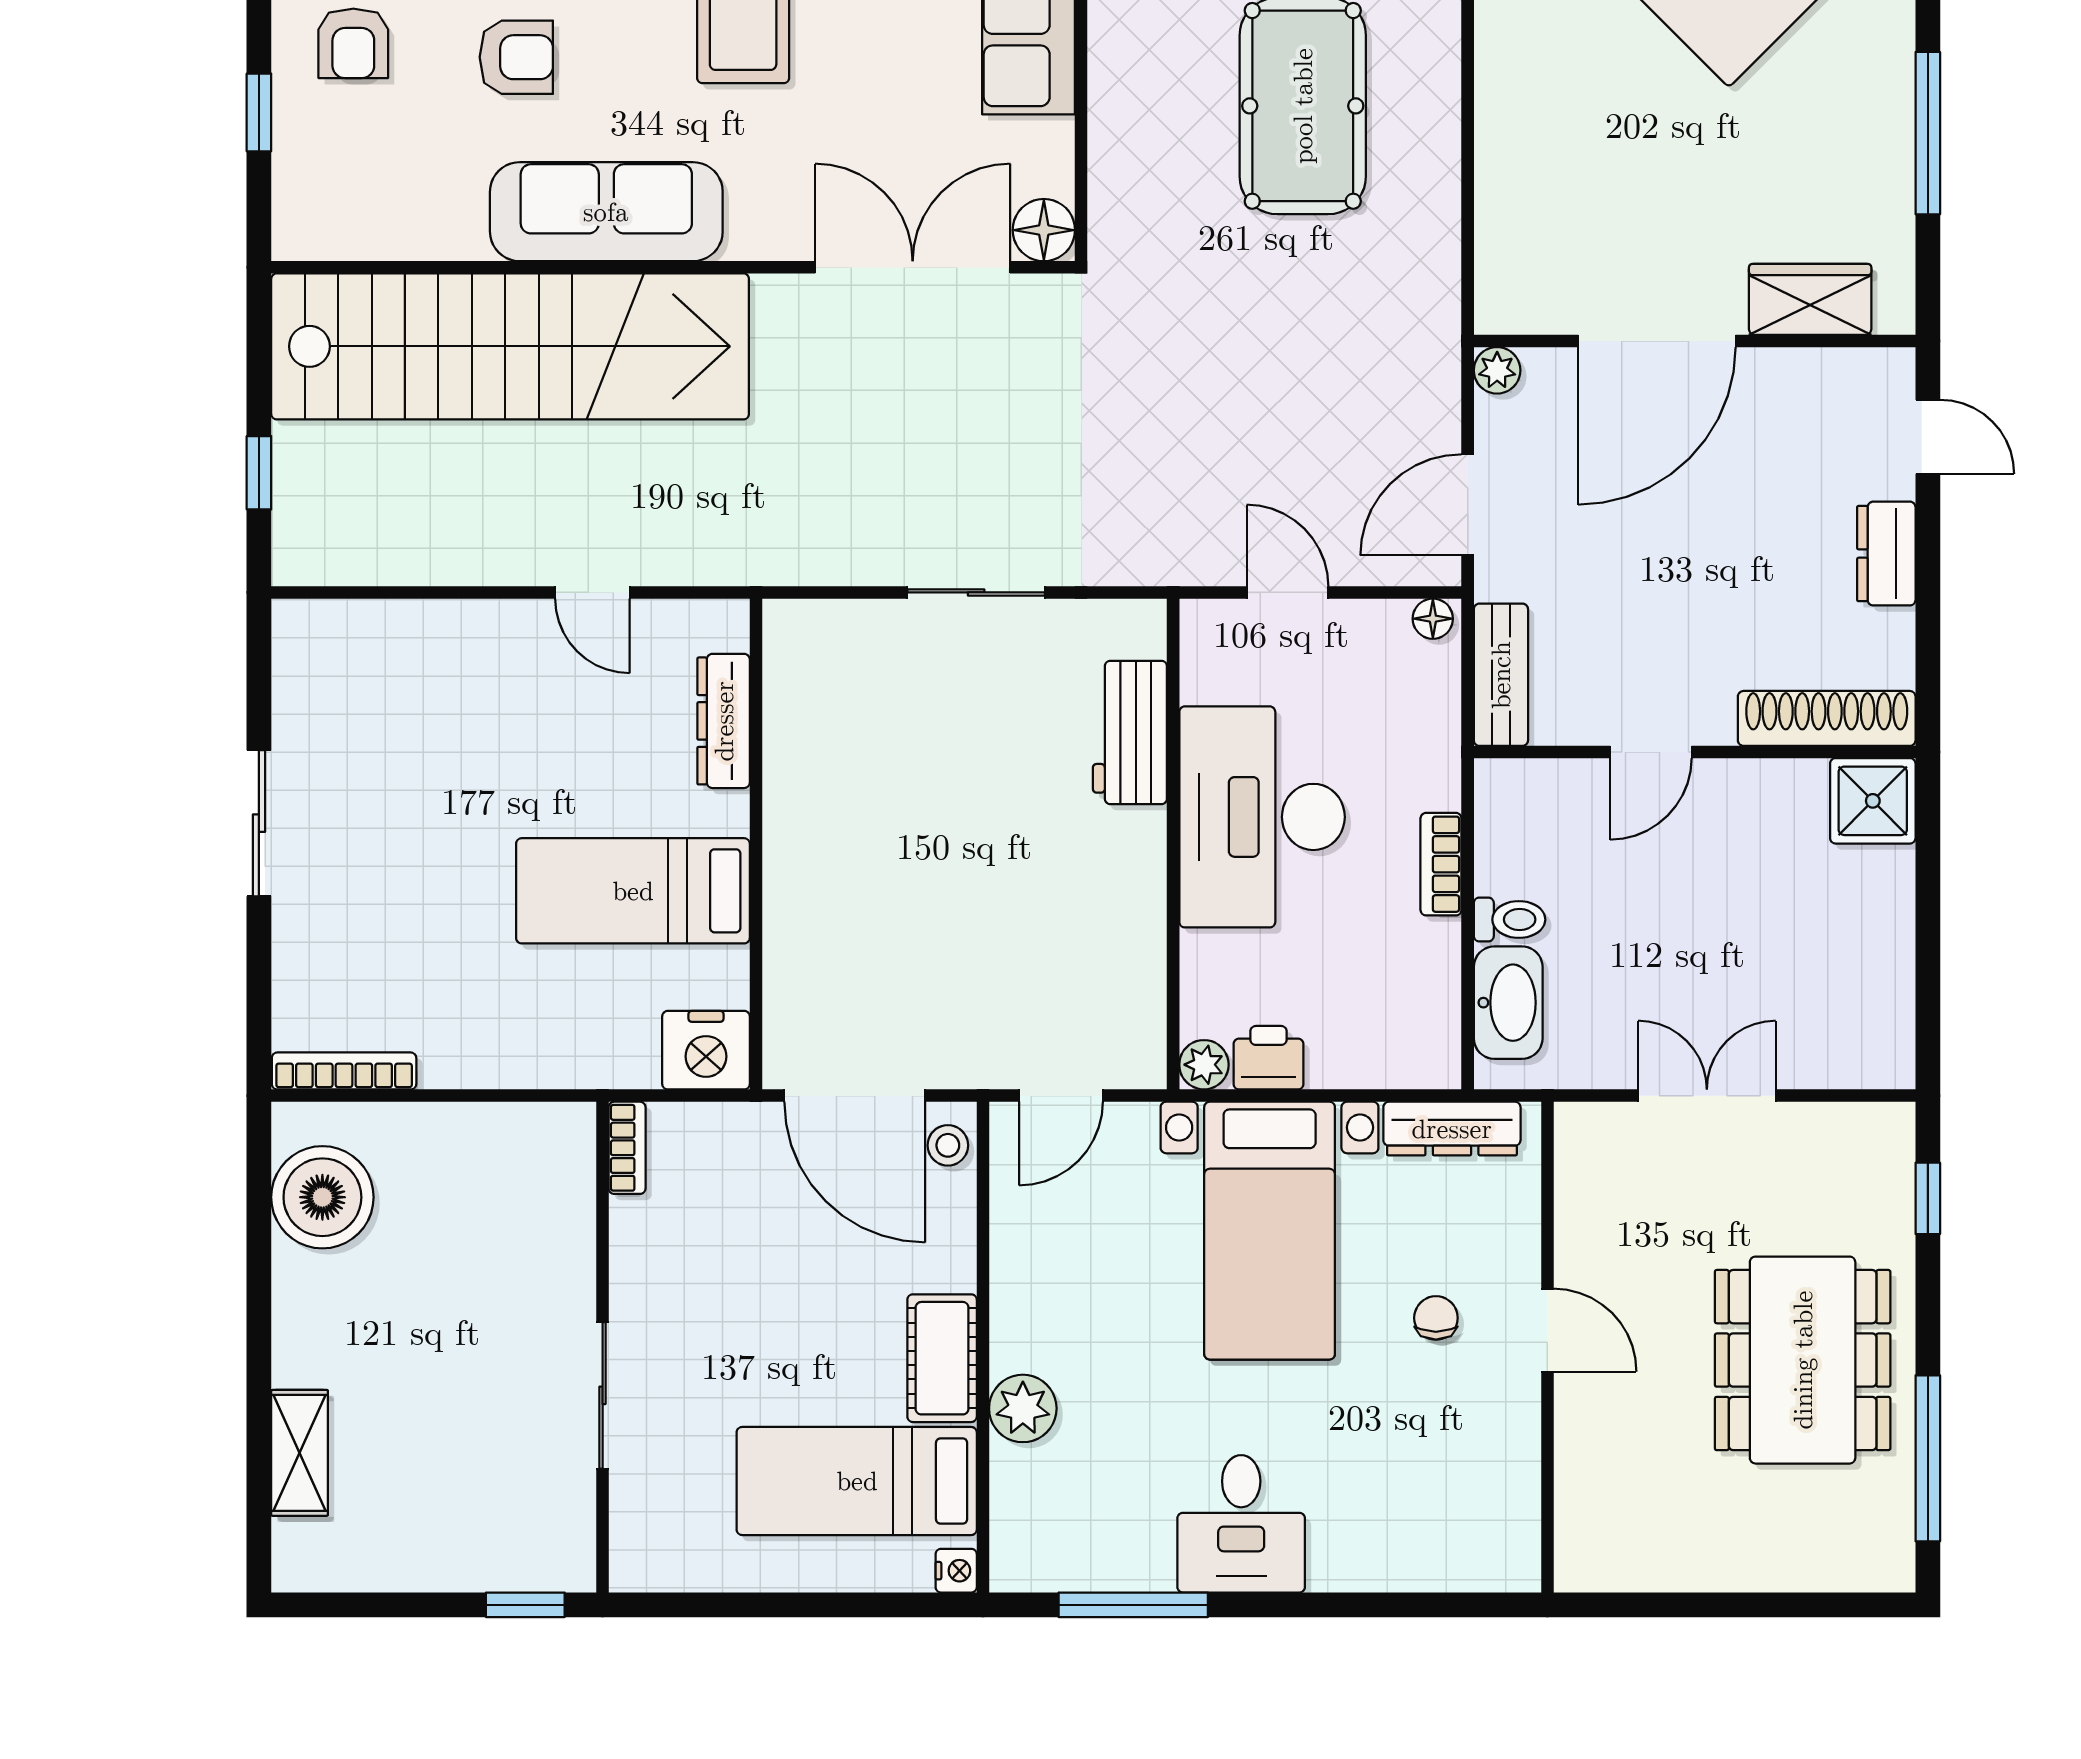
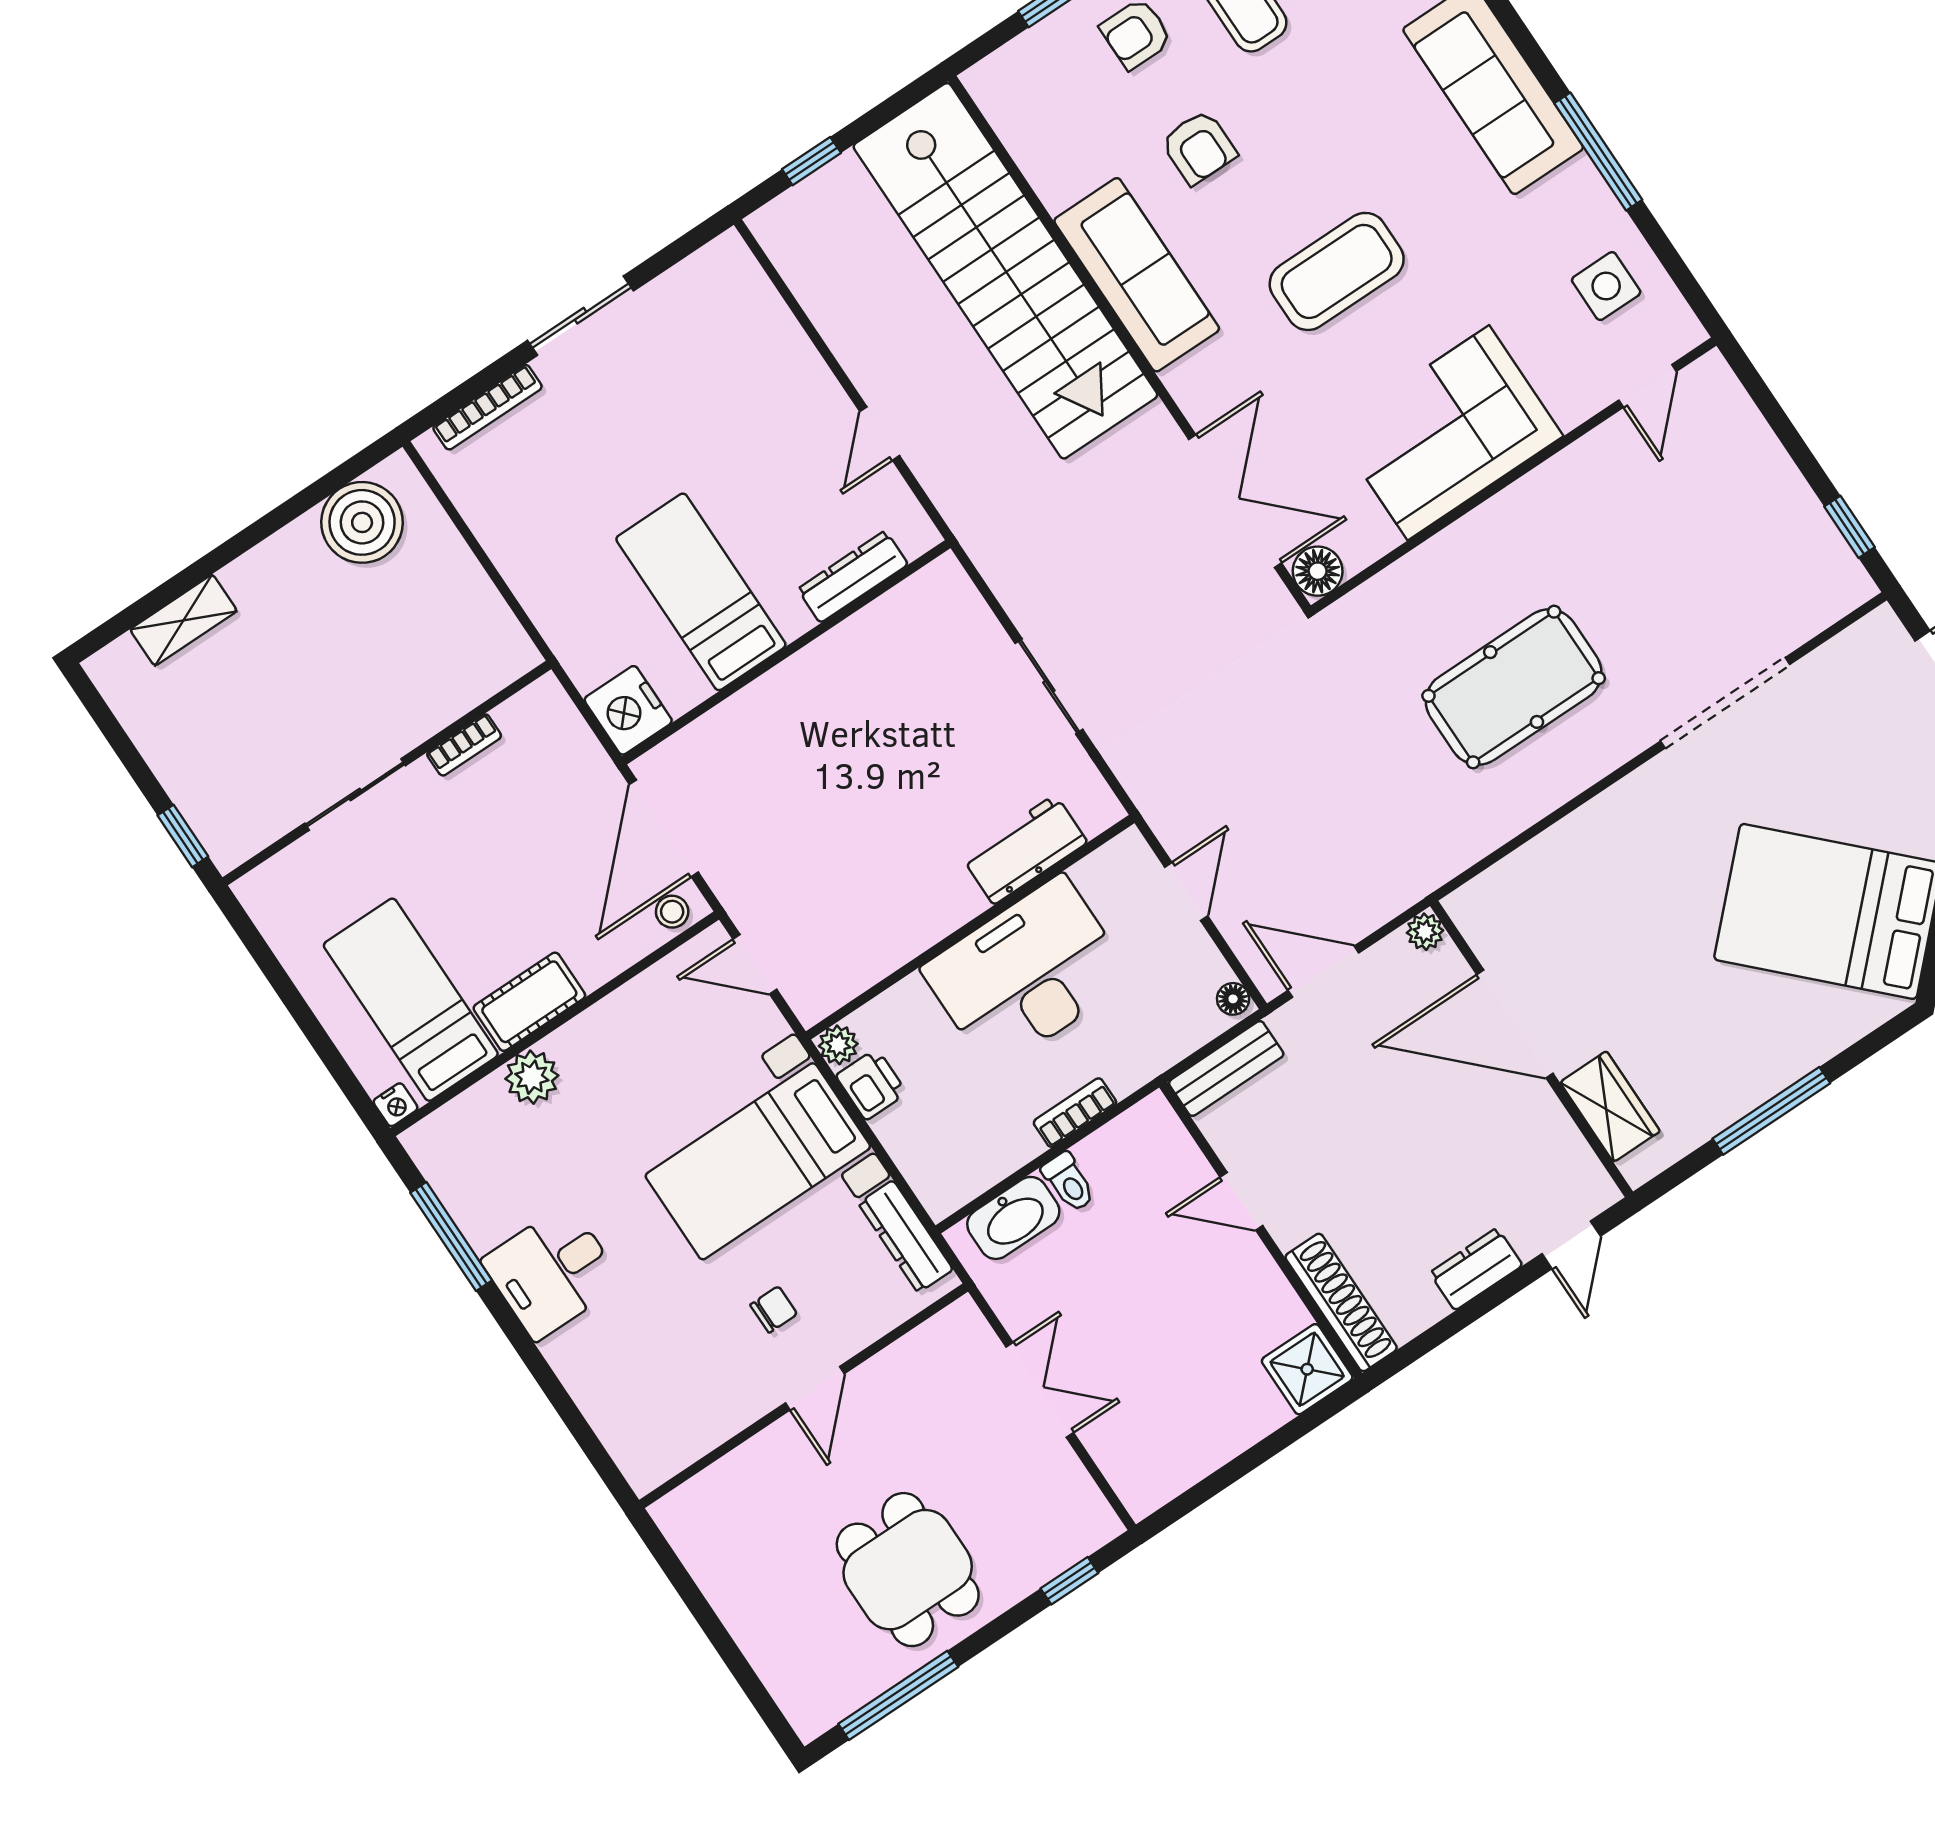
bookcase: (344, 1071) -> (487, 407), moved, turned 90
bookcase: (627, 1148) -> (464, 745), moved
dining table: (1803, 1360) -> (908, 1570), width x0.73

